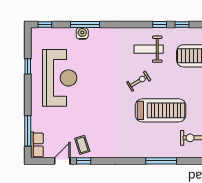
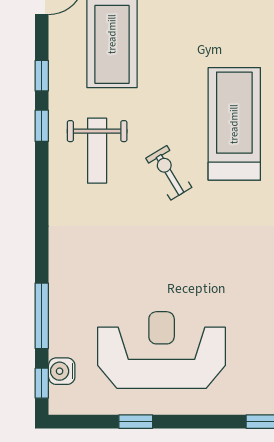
window: (85, 24) -> (42, 316), moved
water cooler: (82, 33) -> (62, 371), moved

